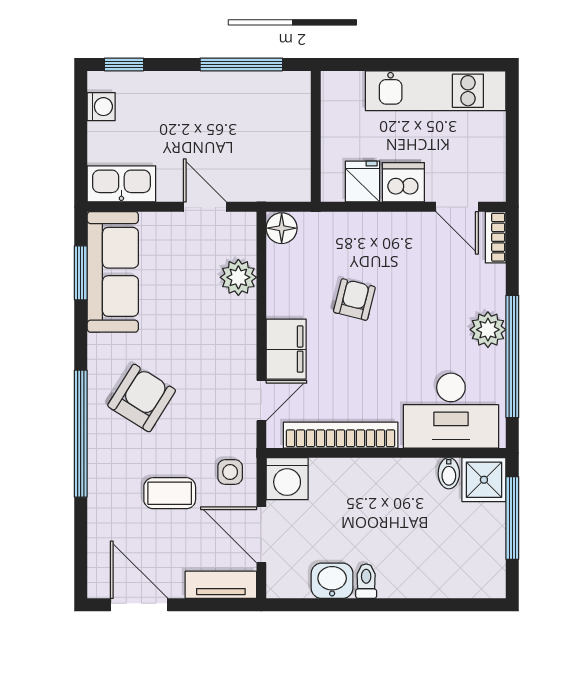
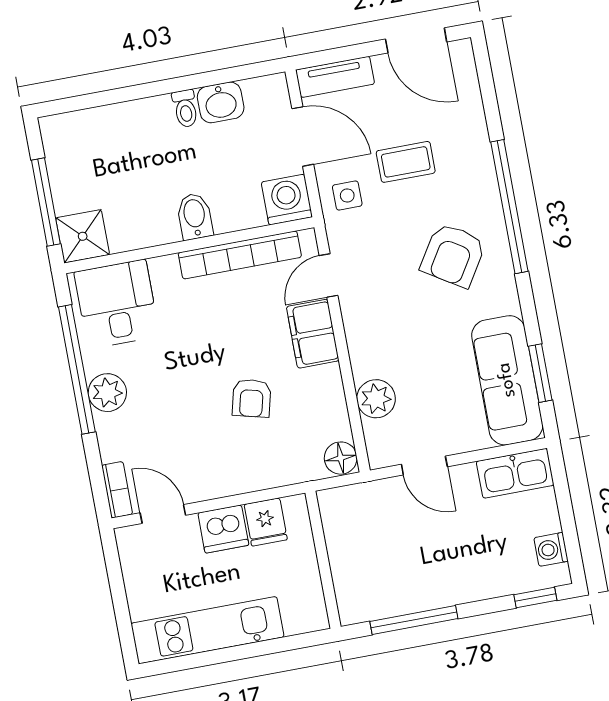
desk: (451, 411) -> (117, 304), width x0.73
bidet: (449, 473) -> (195, 216), moved, width x1.38, depth x1.36

